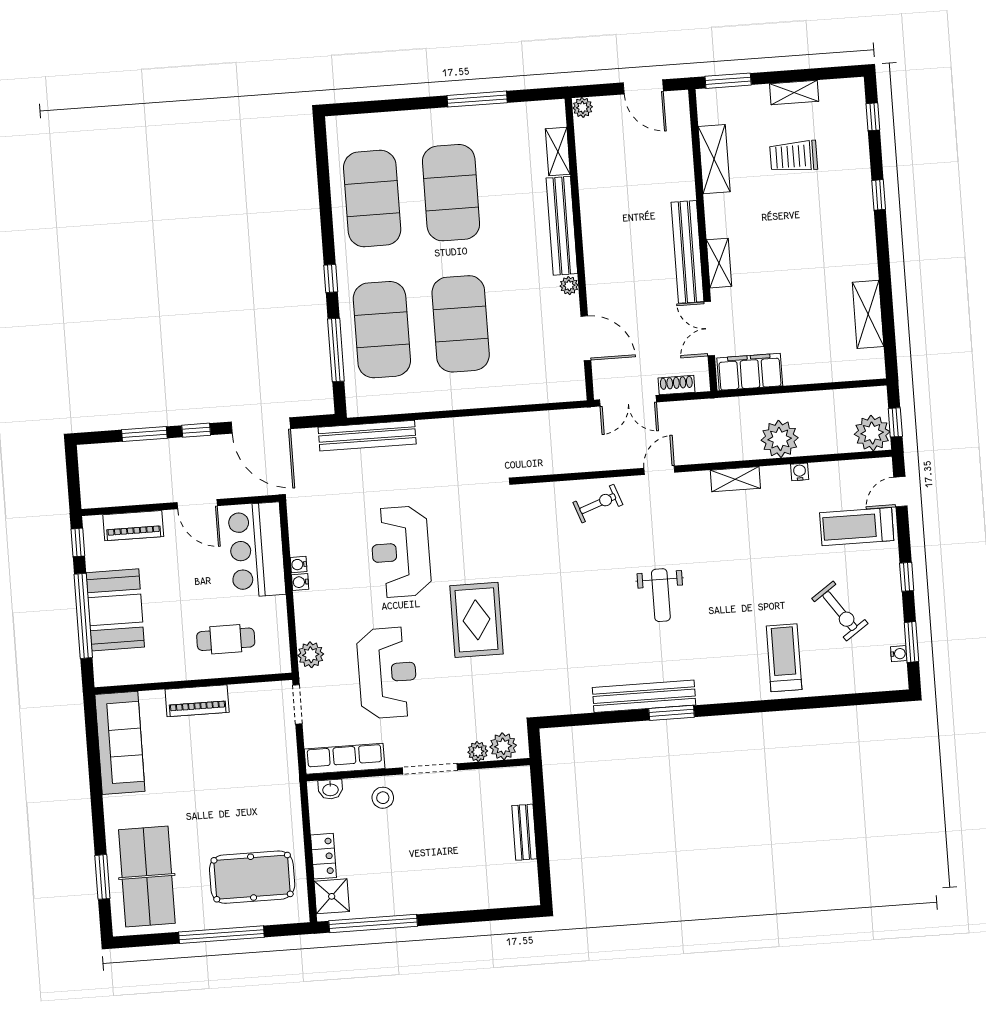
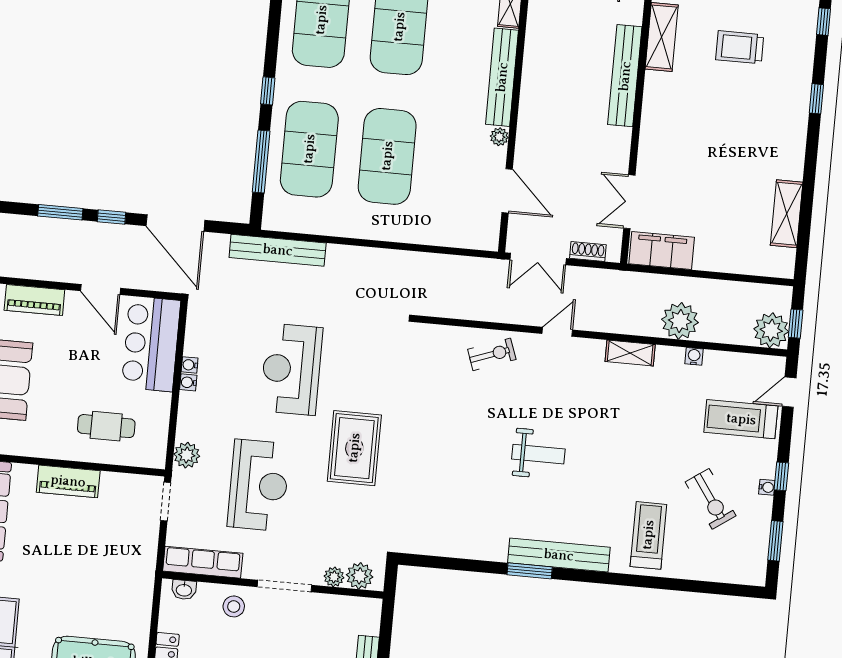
bench: (687, 252) -> (625, 76), moved
shelving: (719, 263) -> (649, 139), removed
weight bench: (661, 595) -> (538, 454), turned -90
water cooler: (899, 654) -> (767, 487), moved
bench: (644, 696) -> (559, 555), moved

